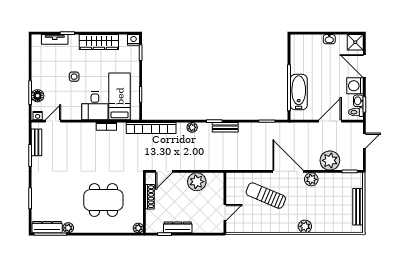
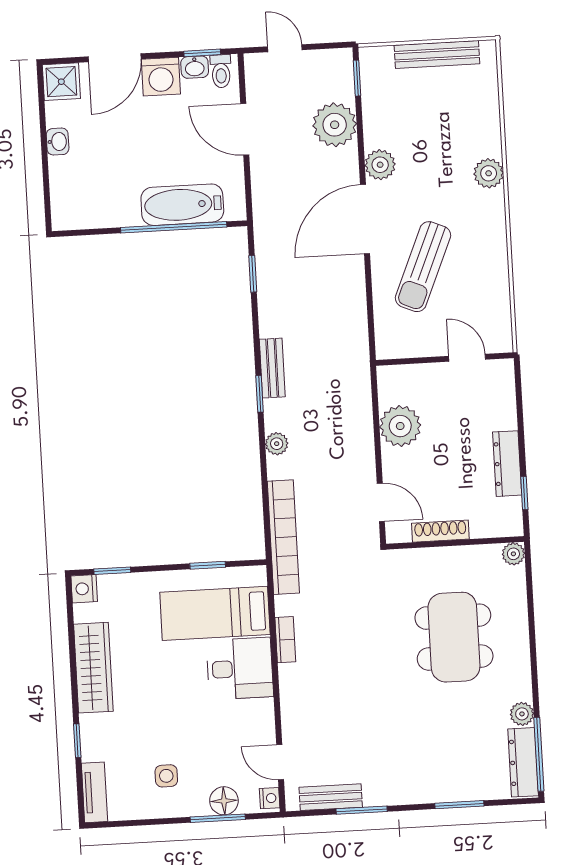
tv unit: (55, 39) -> (94, 792), moved
side table: (74, 77) -> (166, 776), moved

